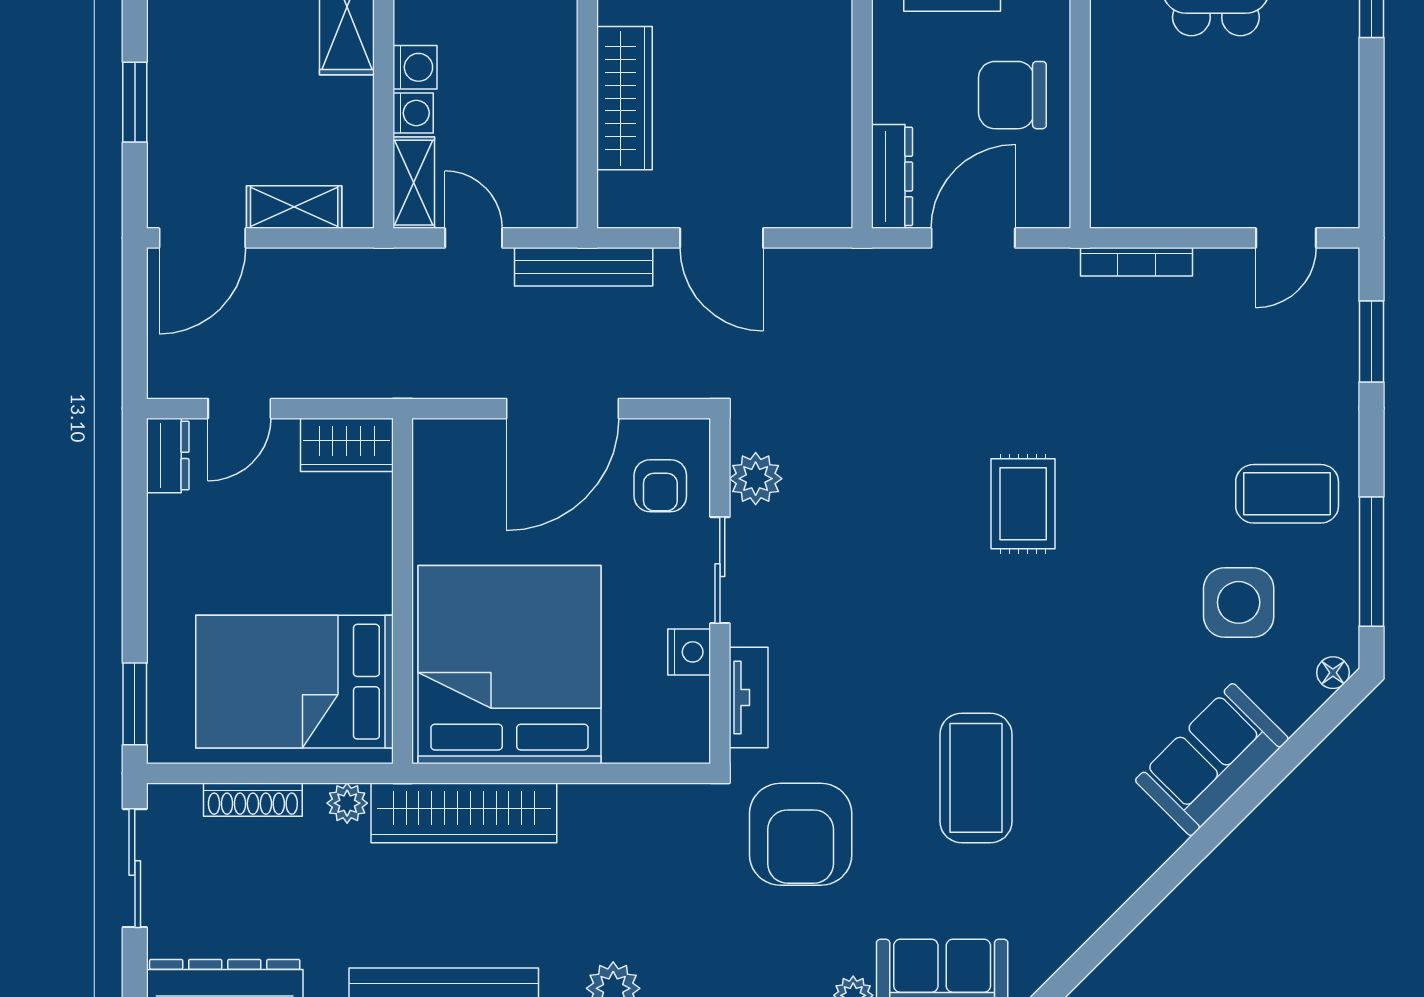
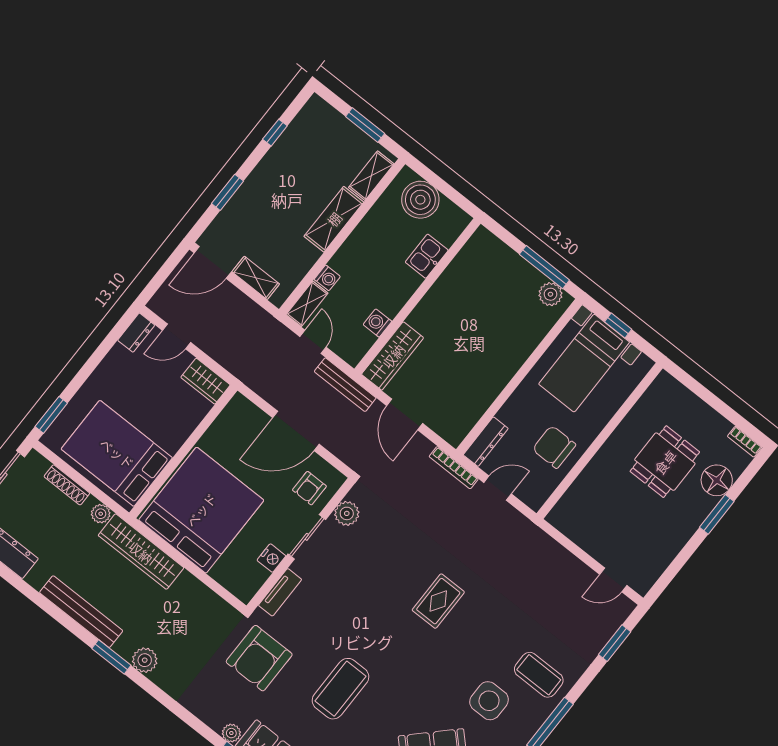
washing machine: (415, 67) -> (377, 323), moved, turned 180
wardrobe: (624, 98) -> (393, 356), moved
door: (973, 238) -> (498, 488), width x0.73
bookcase: (1136, 262) -> (454, 468), moved

